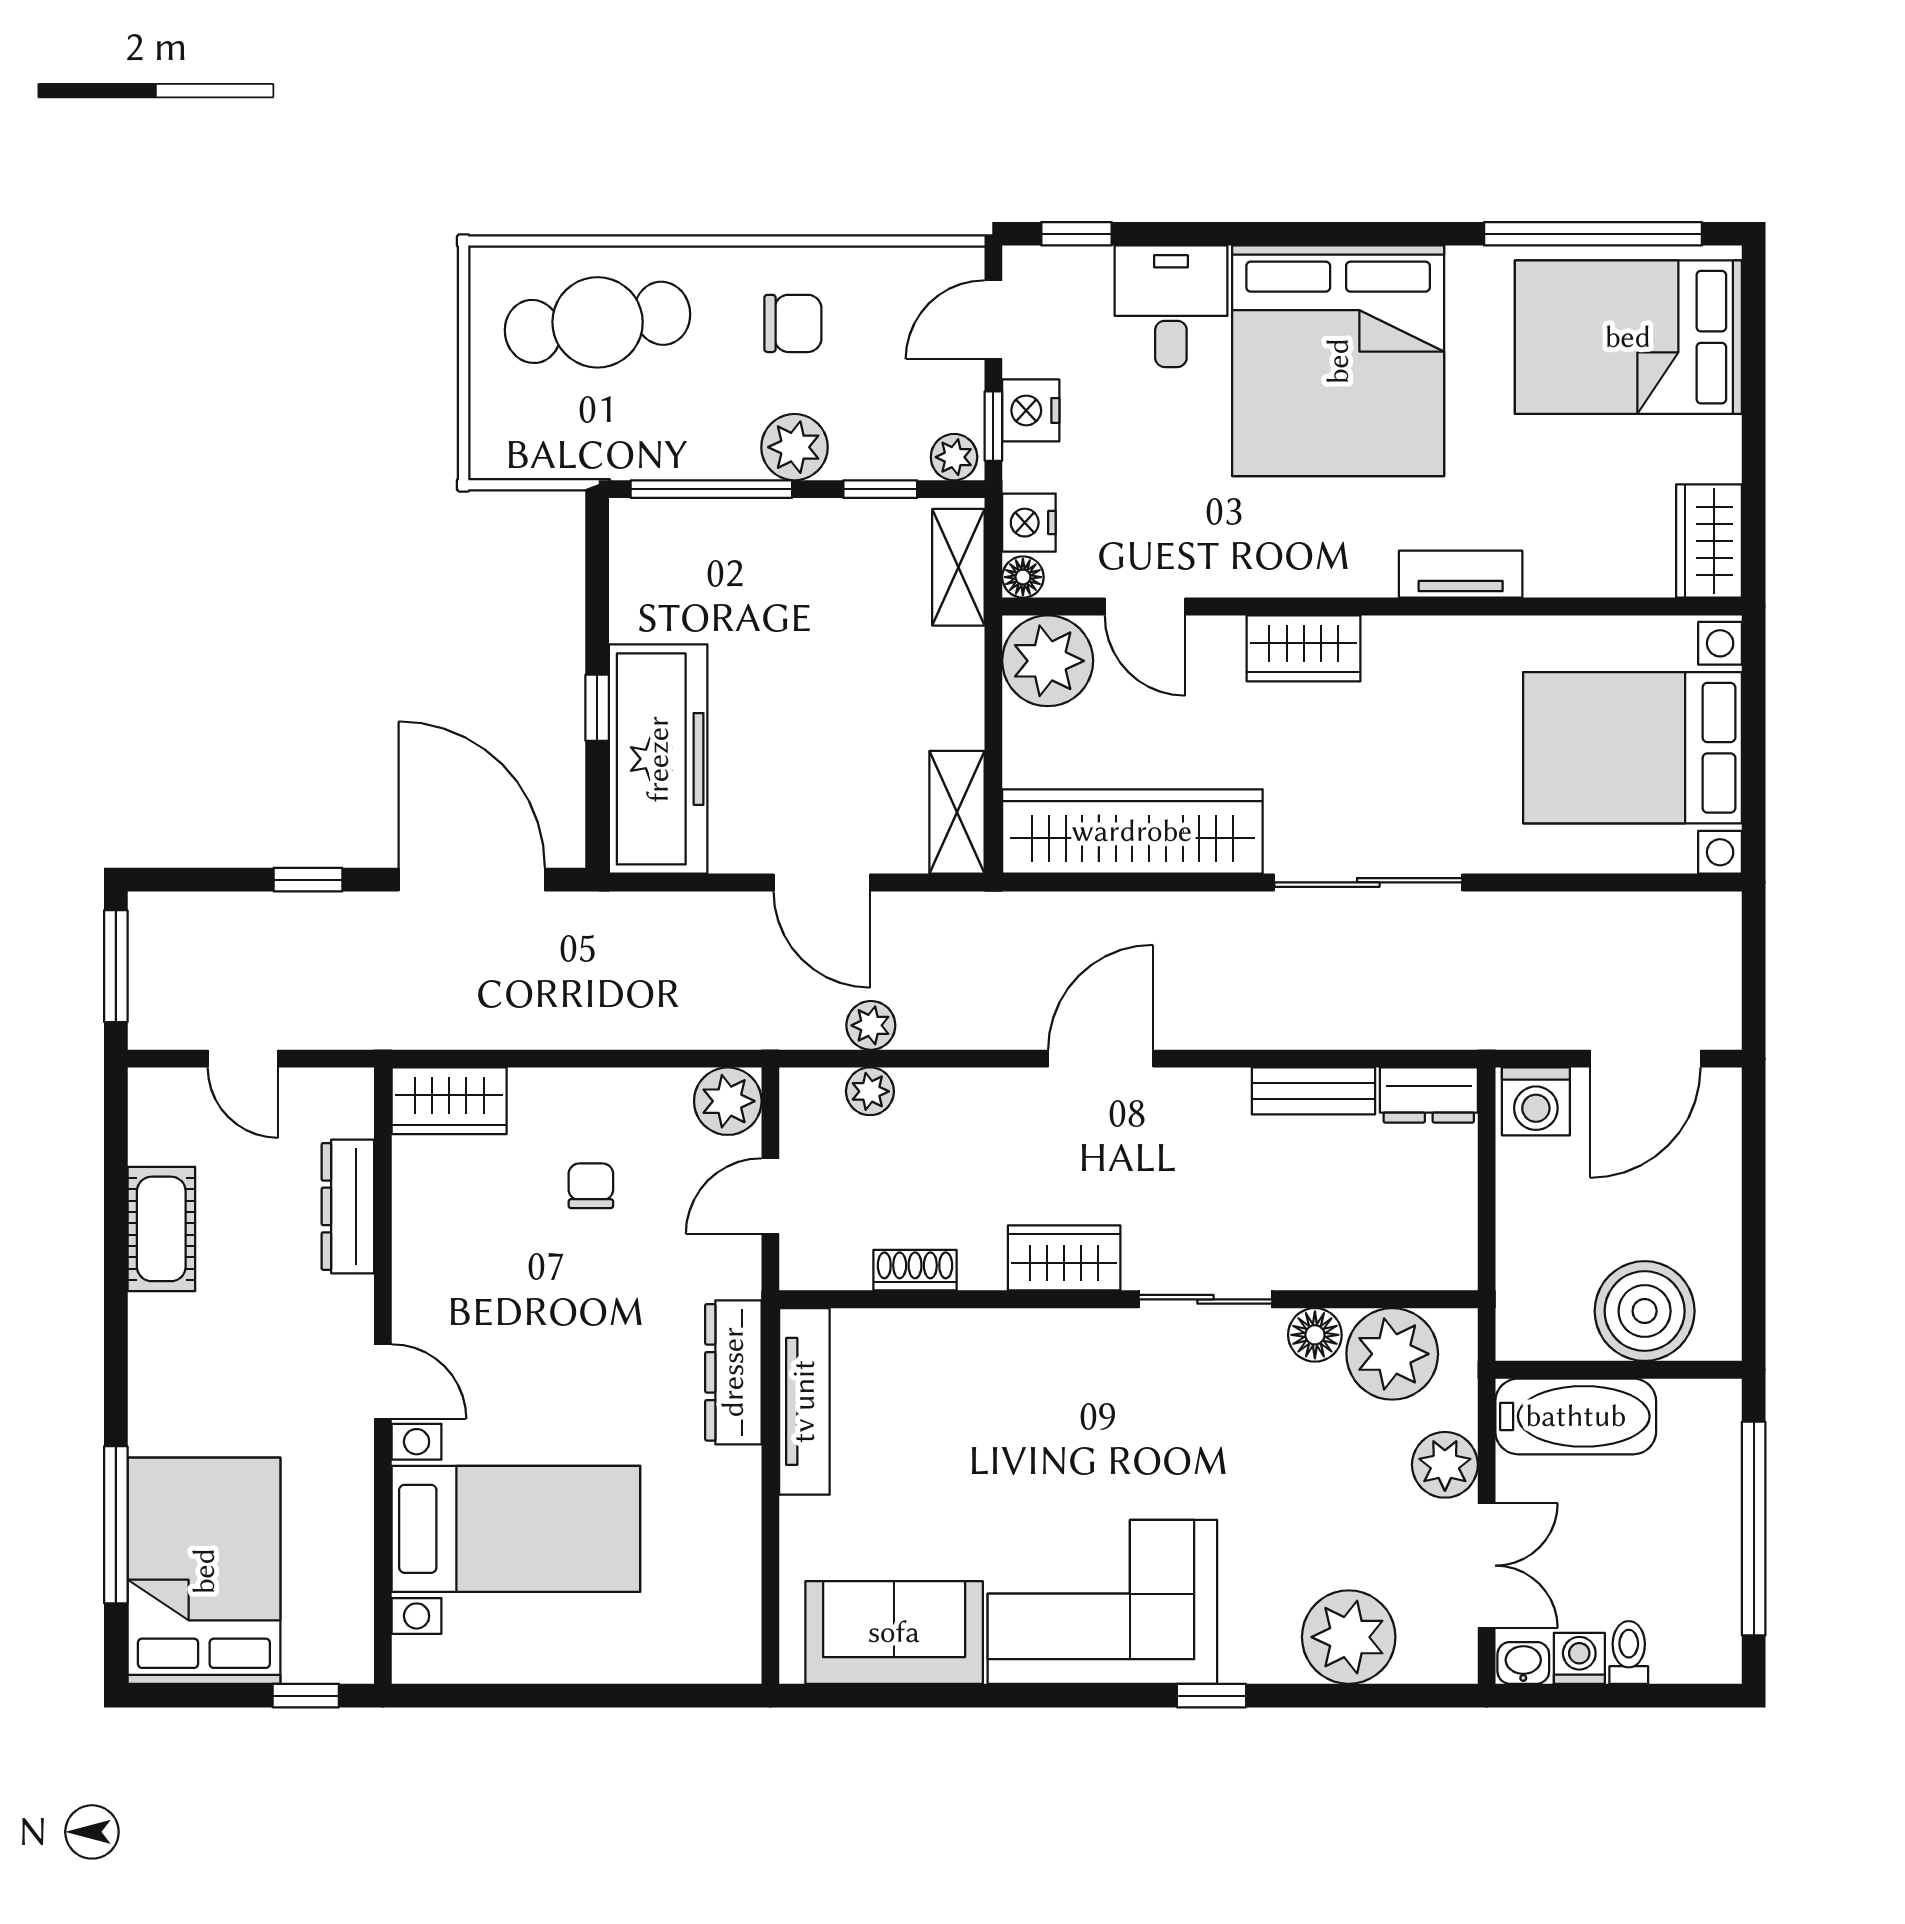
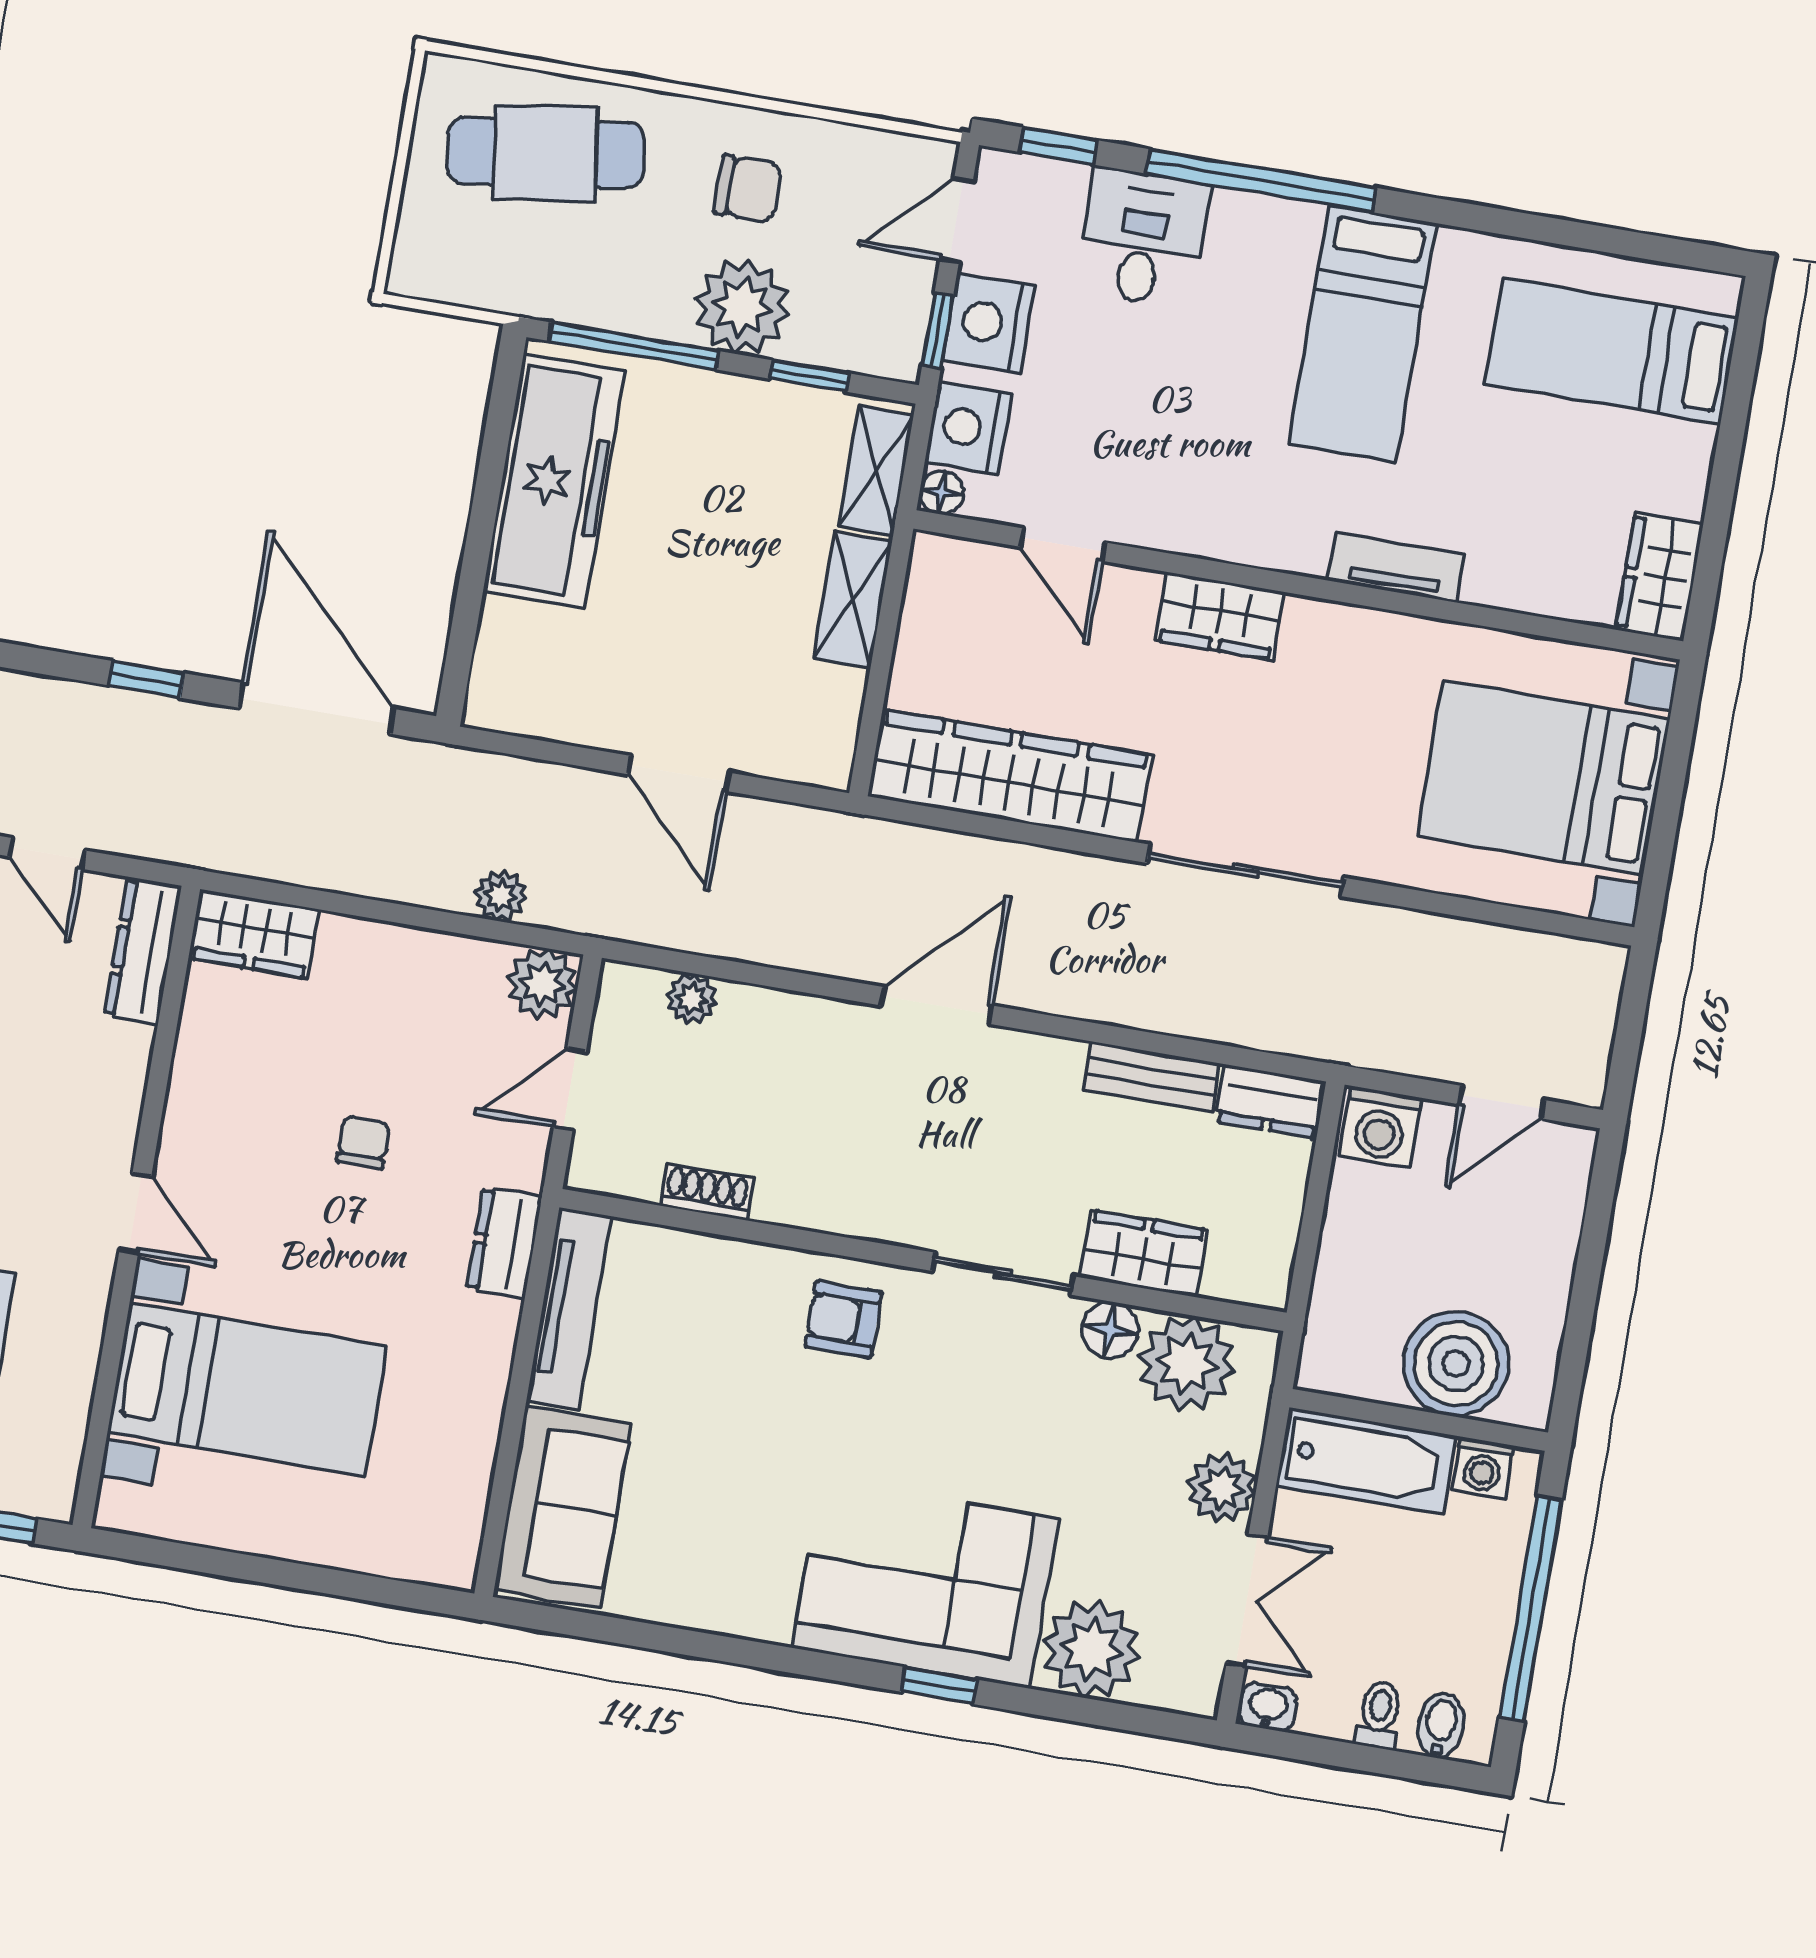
window: (1593, 234) -> (1261, 181), moved
bed: (1628, 337) -> (1612, 351), width x0.67
bed: (1338, 361) -> (1363, 334), width x0.49
nightstand: (1031, 410) -> (989, 323), width x1.36, depth x1.33
plant: (794, 447) -> (742, 307), width x1.36, depth x1.36
plant: (954, 457) -> (891, 356), removed
nightstand: (1029, 523) -> (968, 428), width x1.36, depth x1.33
plant: (1048, 661) -> (952, 584), removed
window: (597, 708) -> (477, 553), removed
freezer: (658, 759) -> (554, 481), moved
shelving: (957, 812) -> (853, 600), moved
plant: (871, 1025) -> (501, 895), moved
door: (1645, 1059) -> (1502, 1102), width x0.73
chair: (591, 1186) -> (363, 1142), moved
dresser: (348, 1206) -> (143, 951), moved
wardrobe: (1064, 1258) -> (1144, 1254), moved
armchair: (1063, 1368) -> (843, 1320), added
dresser: (733, 1372) -> (504, 1243), width x0.70
corner sofa: (1102, 1602) -> (925, 1583), moved
sofa: (894, 1632) -> (563, 1507), moved, turned 90
bidet: (1688, 1653) -> (1441, 1725), added
washing machine: (1579, 1658) -> (1483, 1467), moved, turned 180

